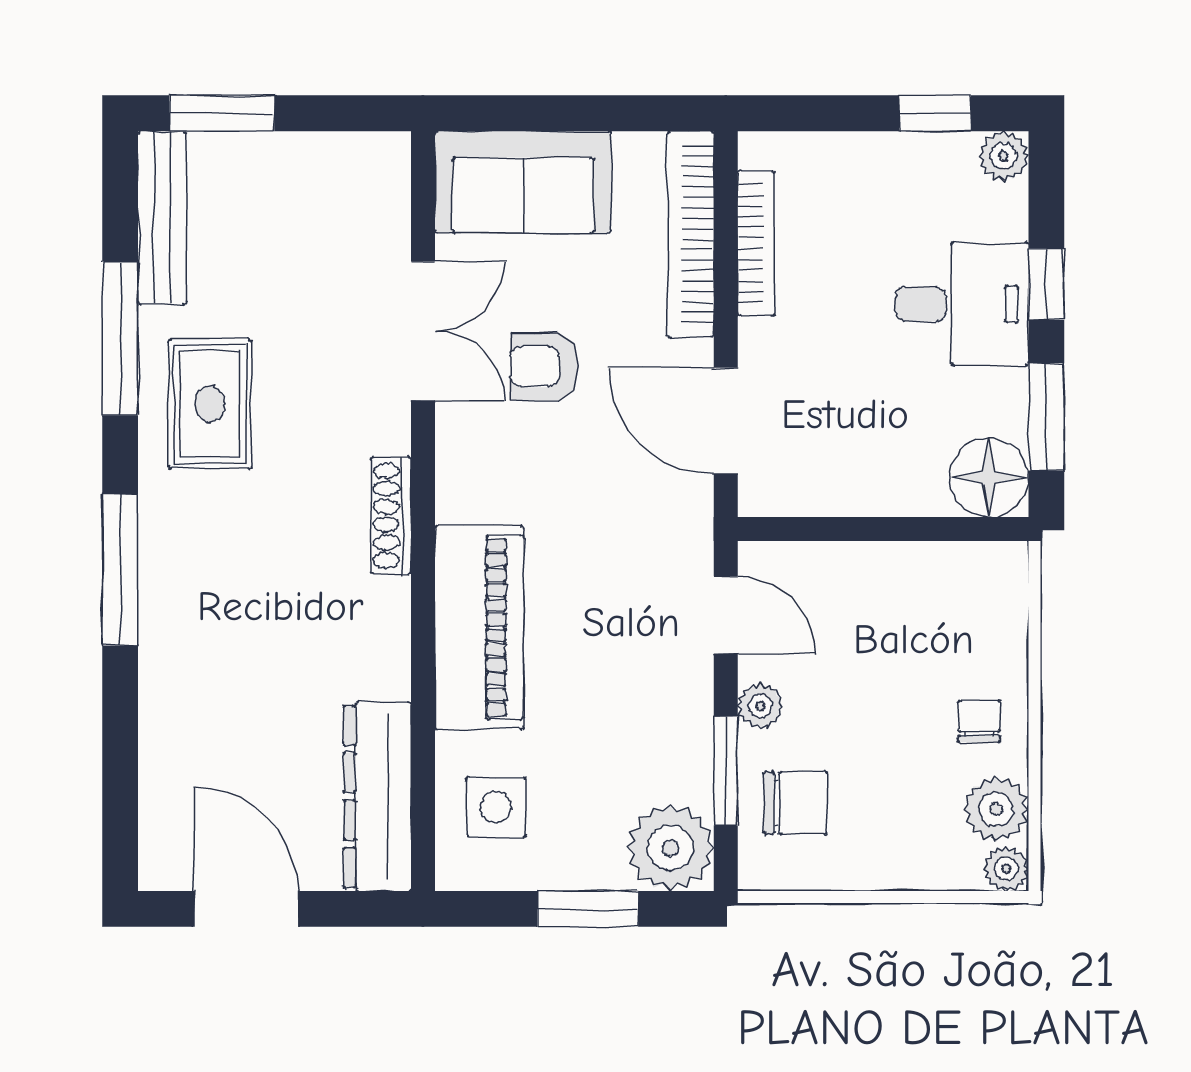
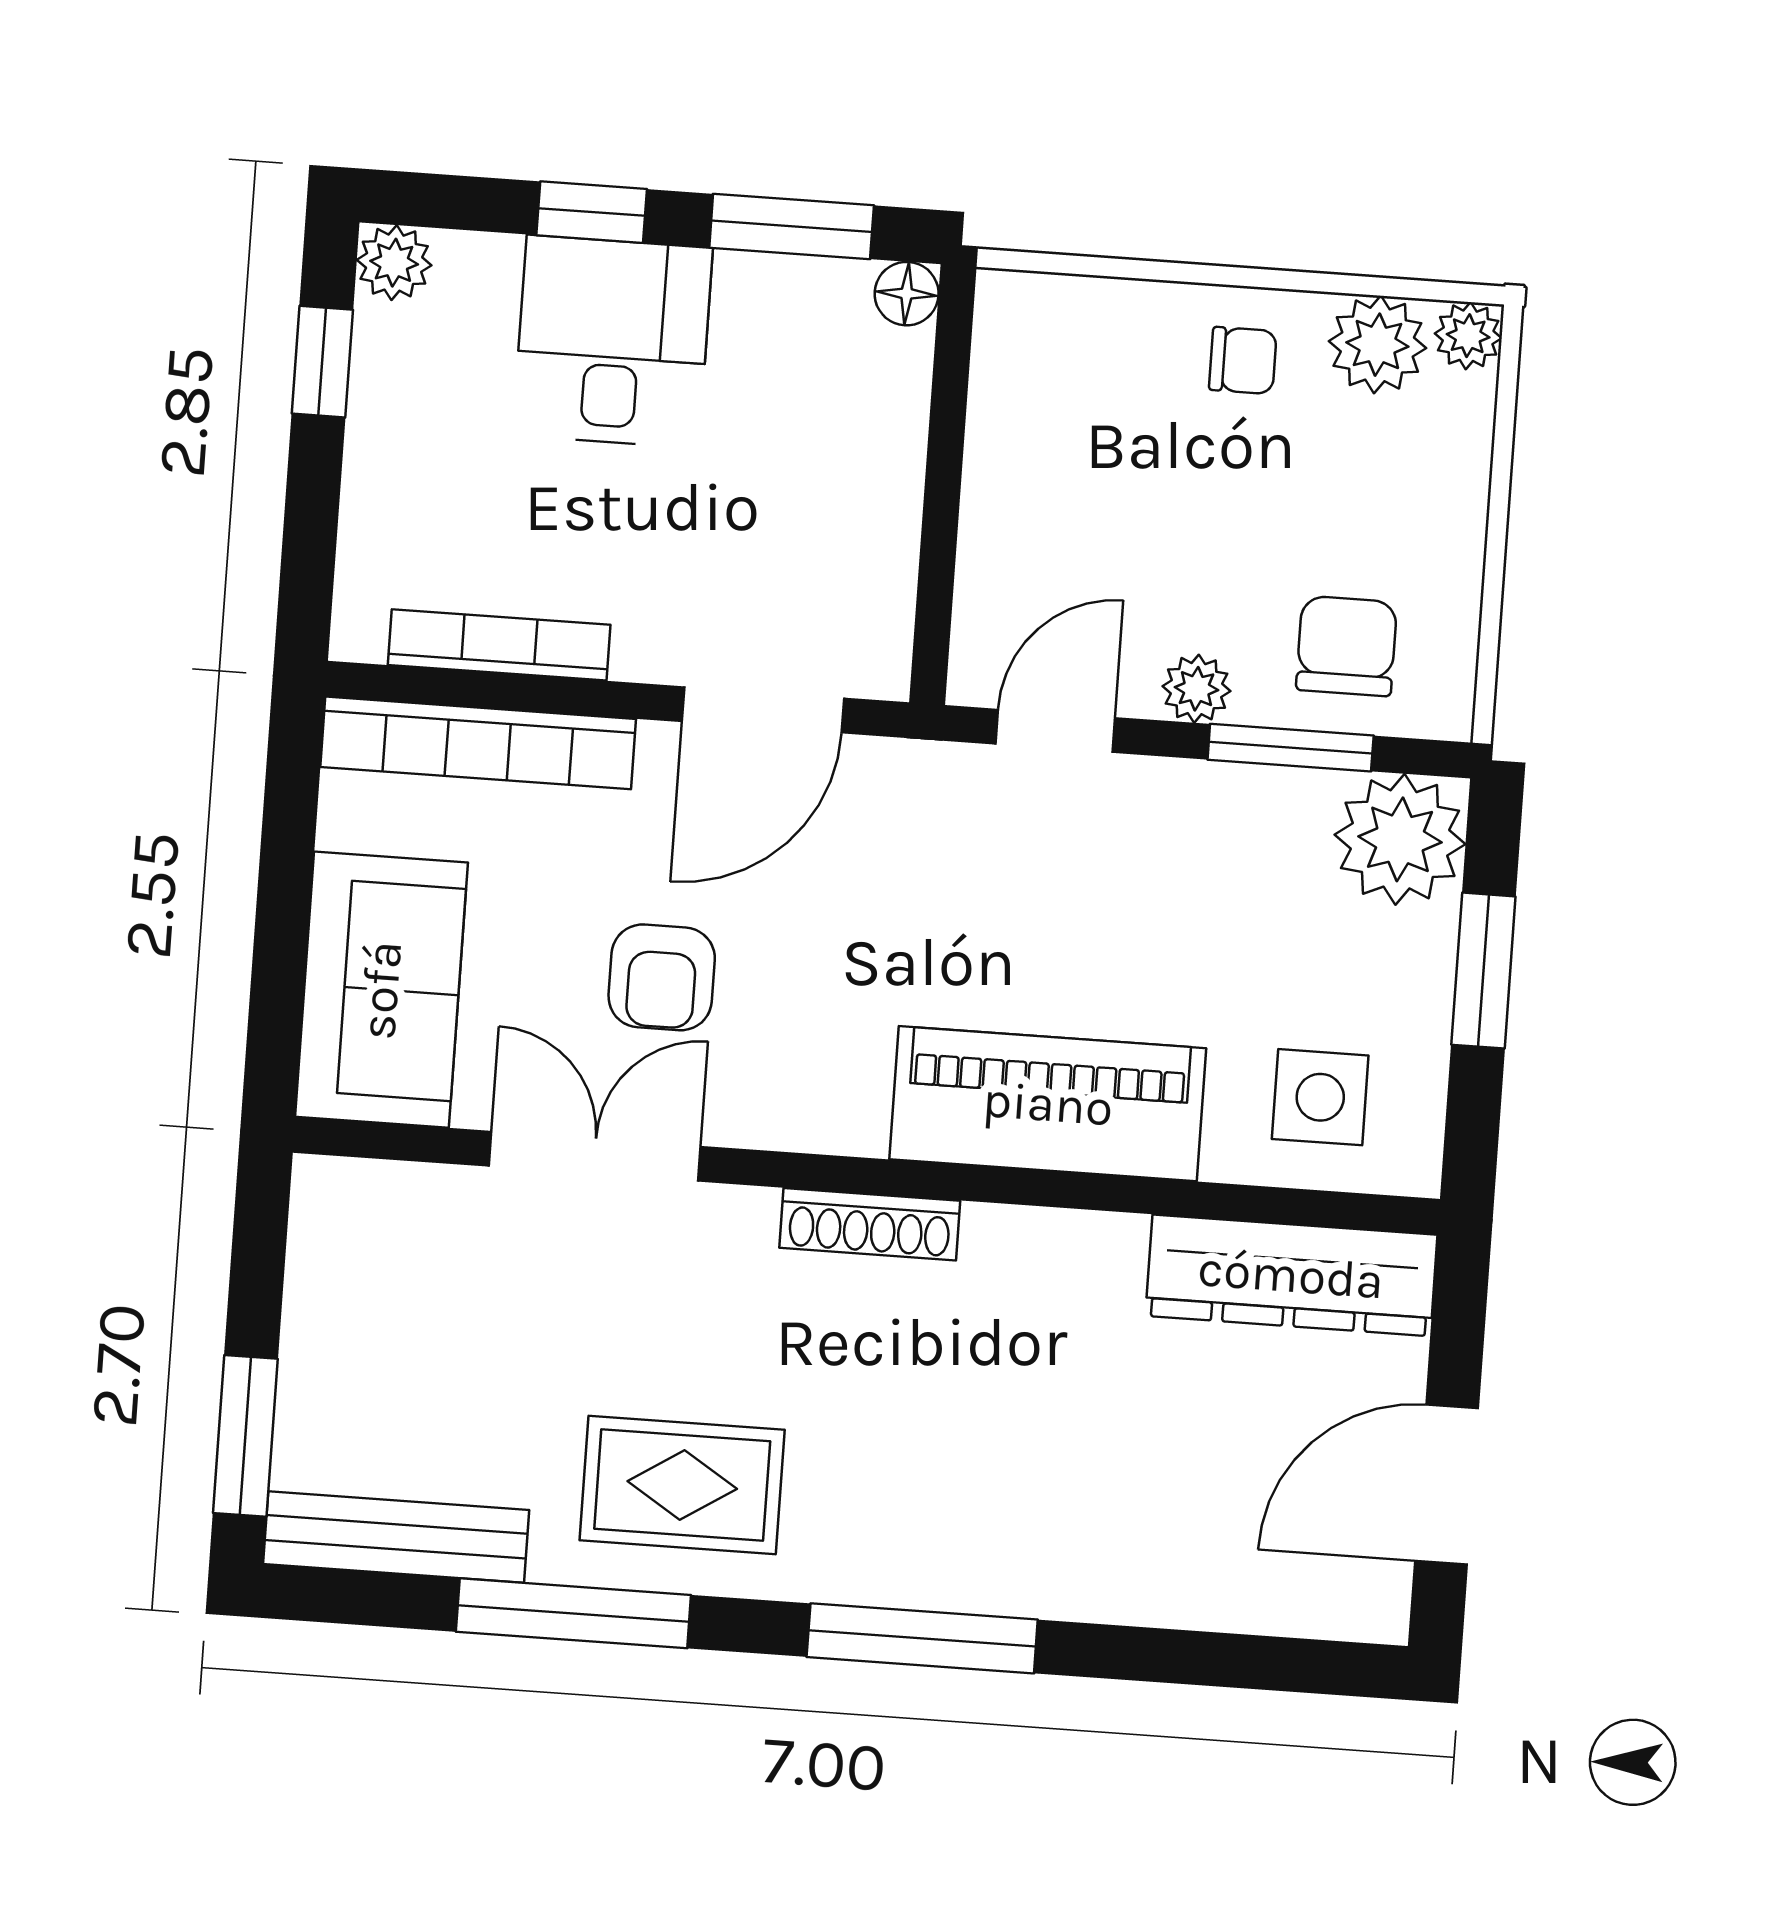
floor lamp: (989, 477) -> (907, 294), width x0.53, depth x0.53
chair: (979, 721) -> (1243, 360), turned 180

